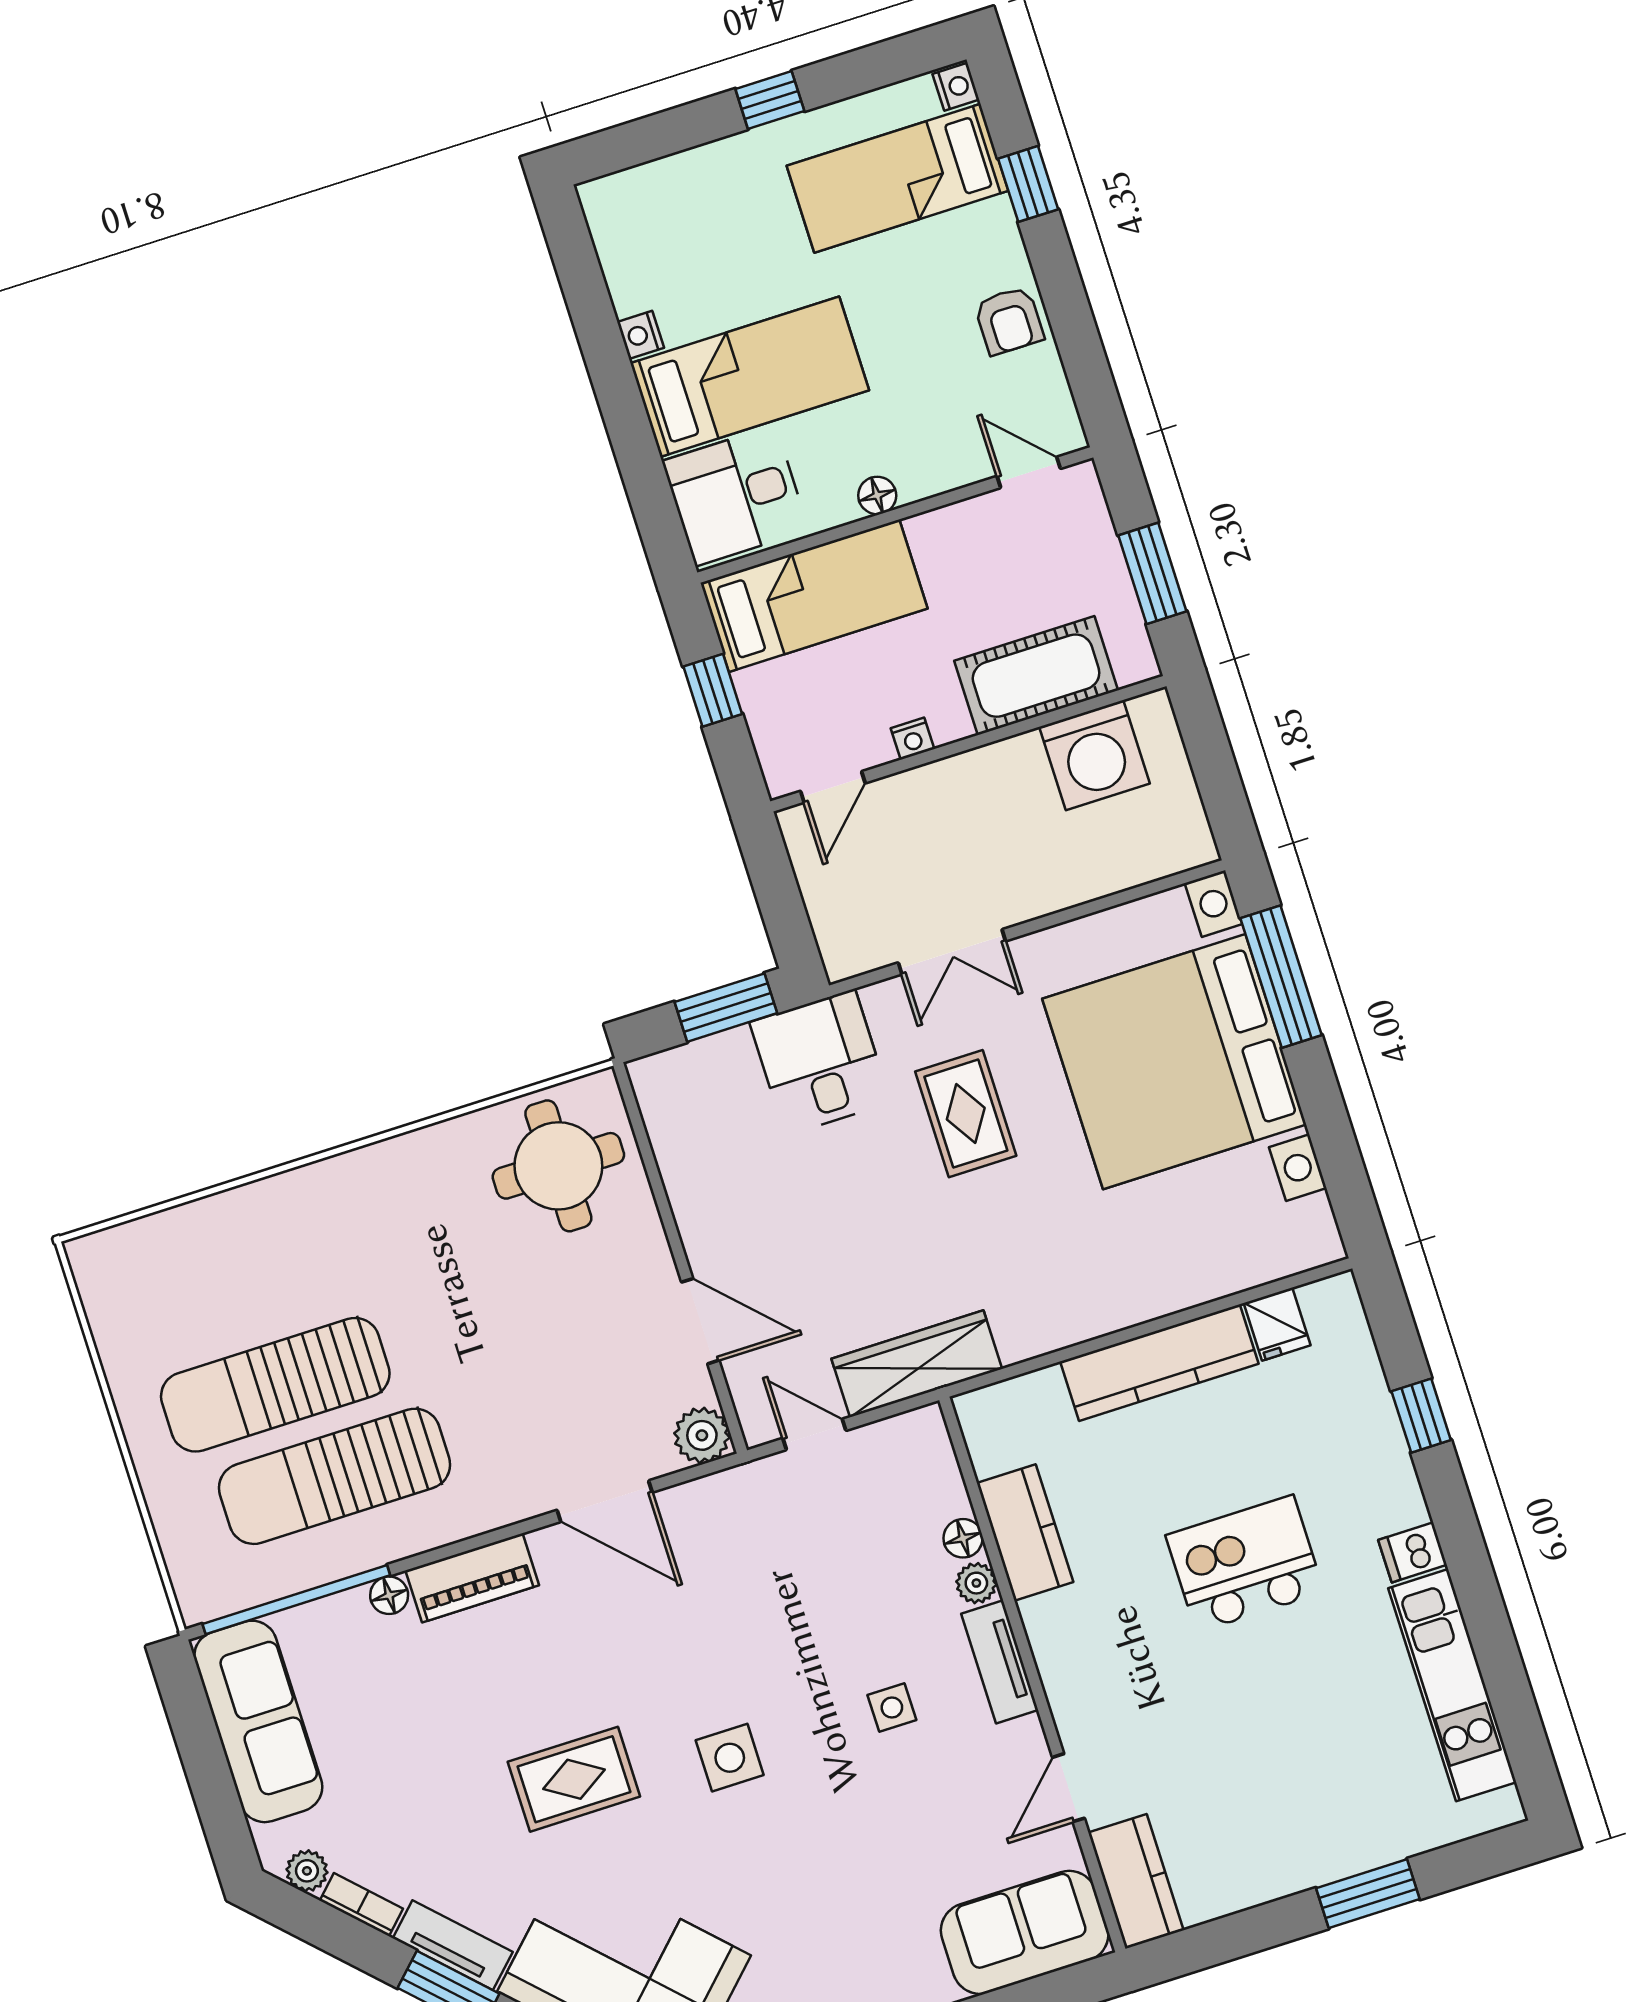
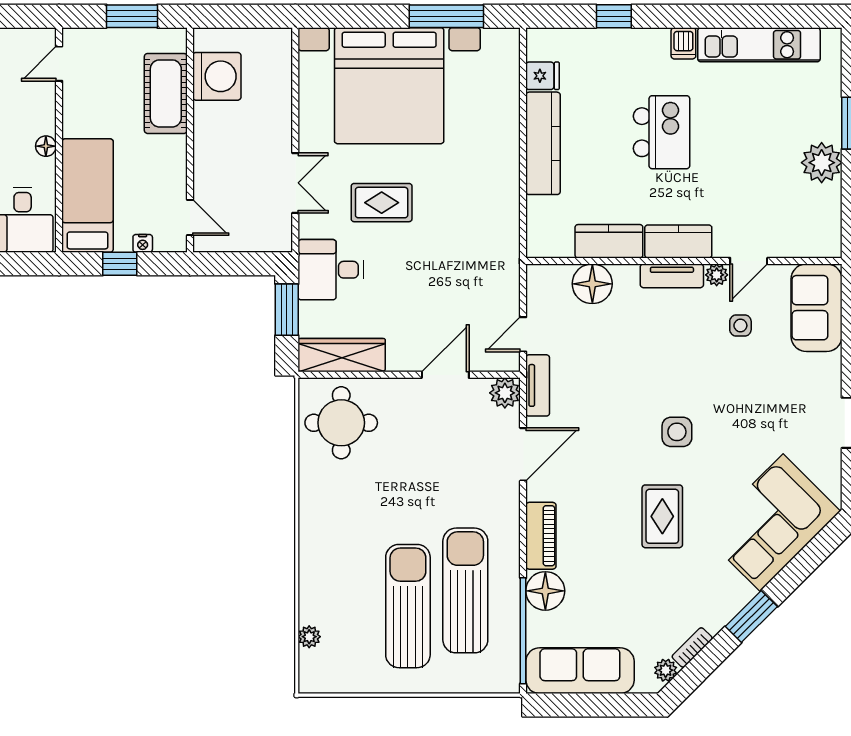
nightstand: (913, 739) -> (143, 243), moved, turned 90
window: (1281, 977) -> (446, 16), moved
plant: (167, 1229) -> (309, 637), added
wardrobe: (917, 1364) -> (342, 355), moved, turned 90
sun lounger: (275, 1385) -> (408, 606), turned 180
sun lounger: (334, 1476) -> (465, 590), turned 180
floor lamp: (963, 1538) -> (592, 284), width x1.89, depth x1.89
kitchen island: (1245, 1564) -> (662, 132), turned 180
plant: (976, 1583) -> (717, 275), moved
floor lamp: (389, 1595) -> (545, 591), width x1.89, depth x1.89
side table: (892, 1707) -> (740, 326), moved
door: (1068, 1788) -> (749, 261), hinge flipped
plant: (1281, 1861) -> (822, 163), added
kitchen counter: (1136, 1881) -> (678, 241), moved
tv unit: (453, 1945) -> (538, 385), moved, turned 135

